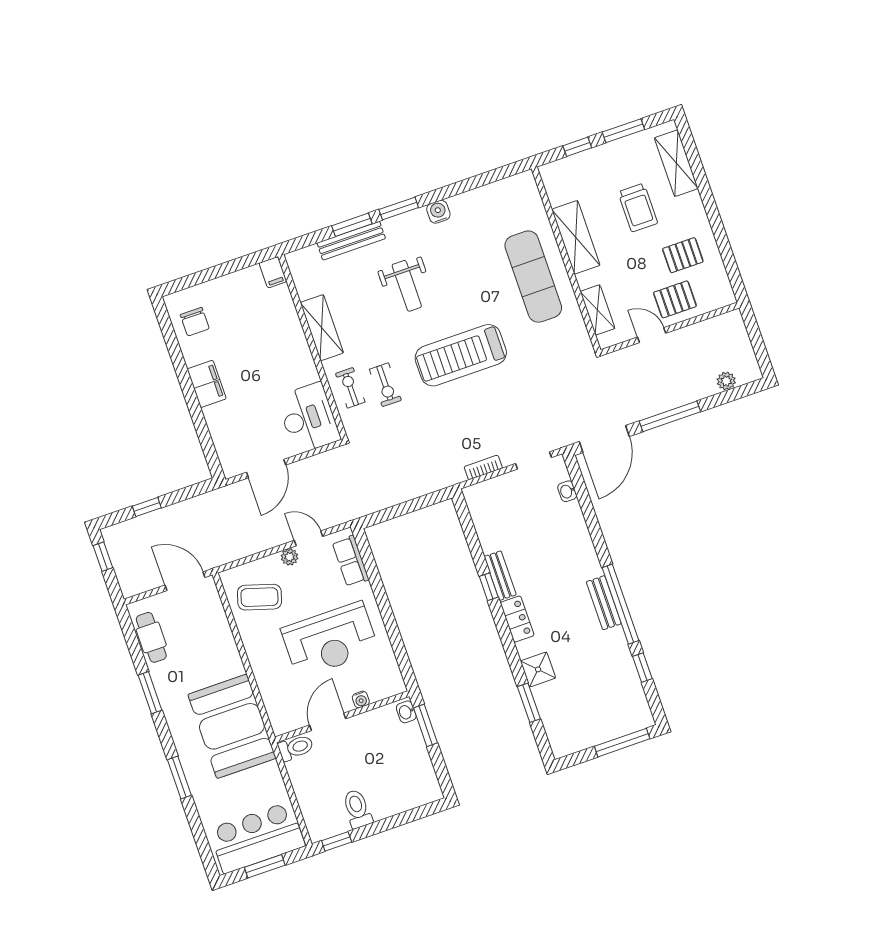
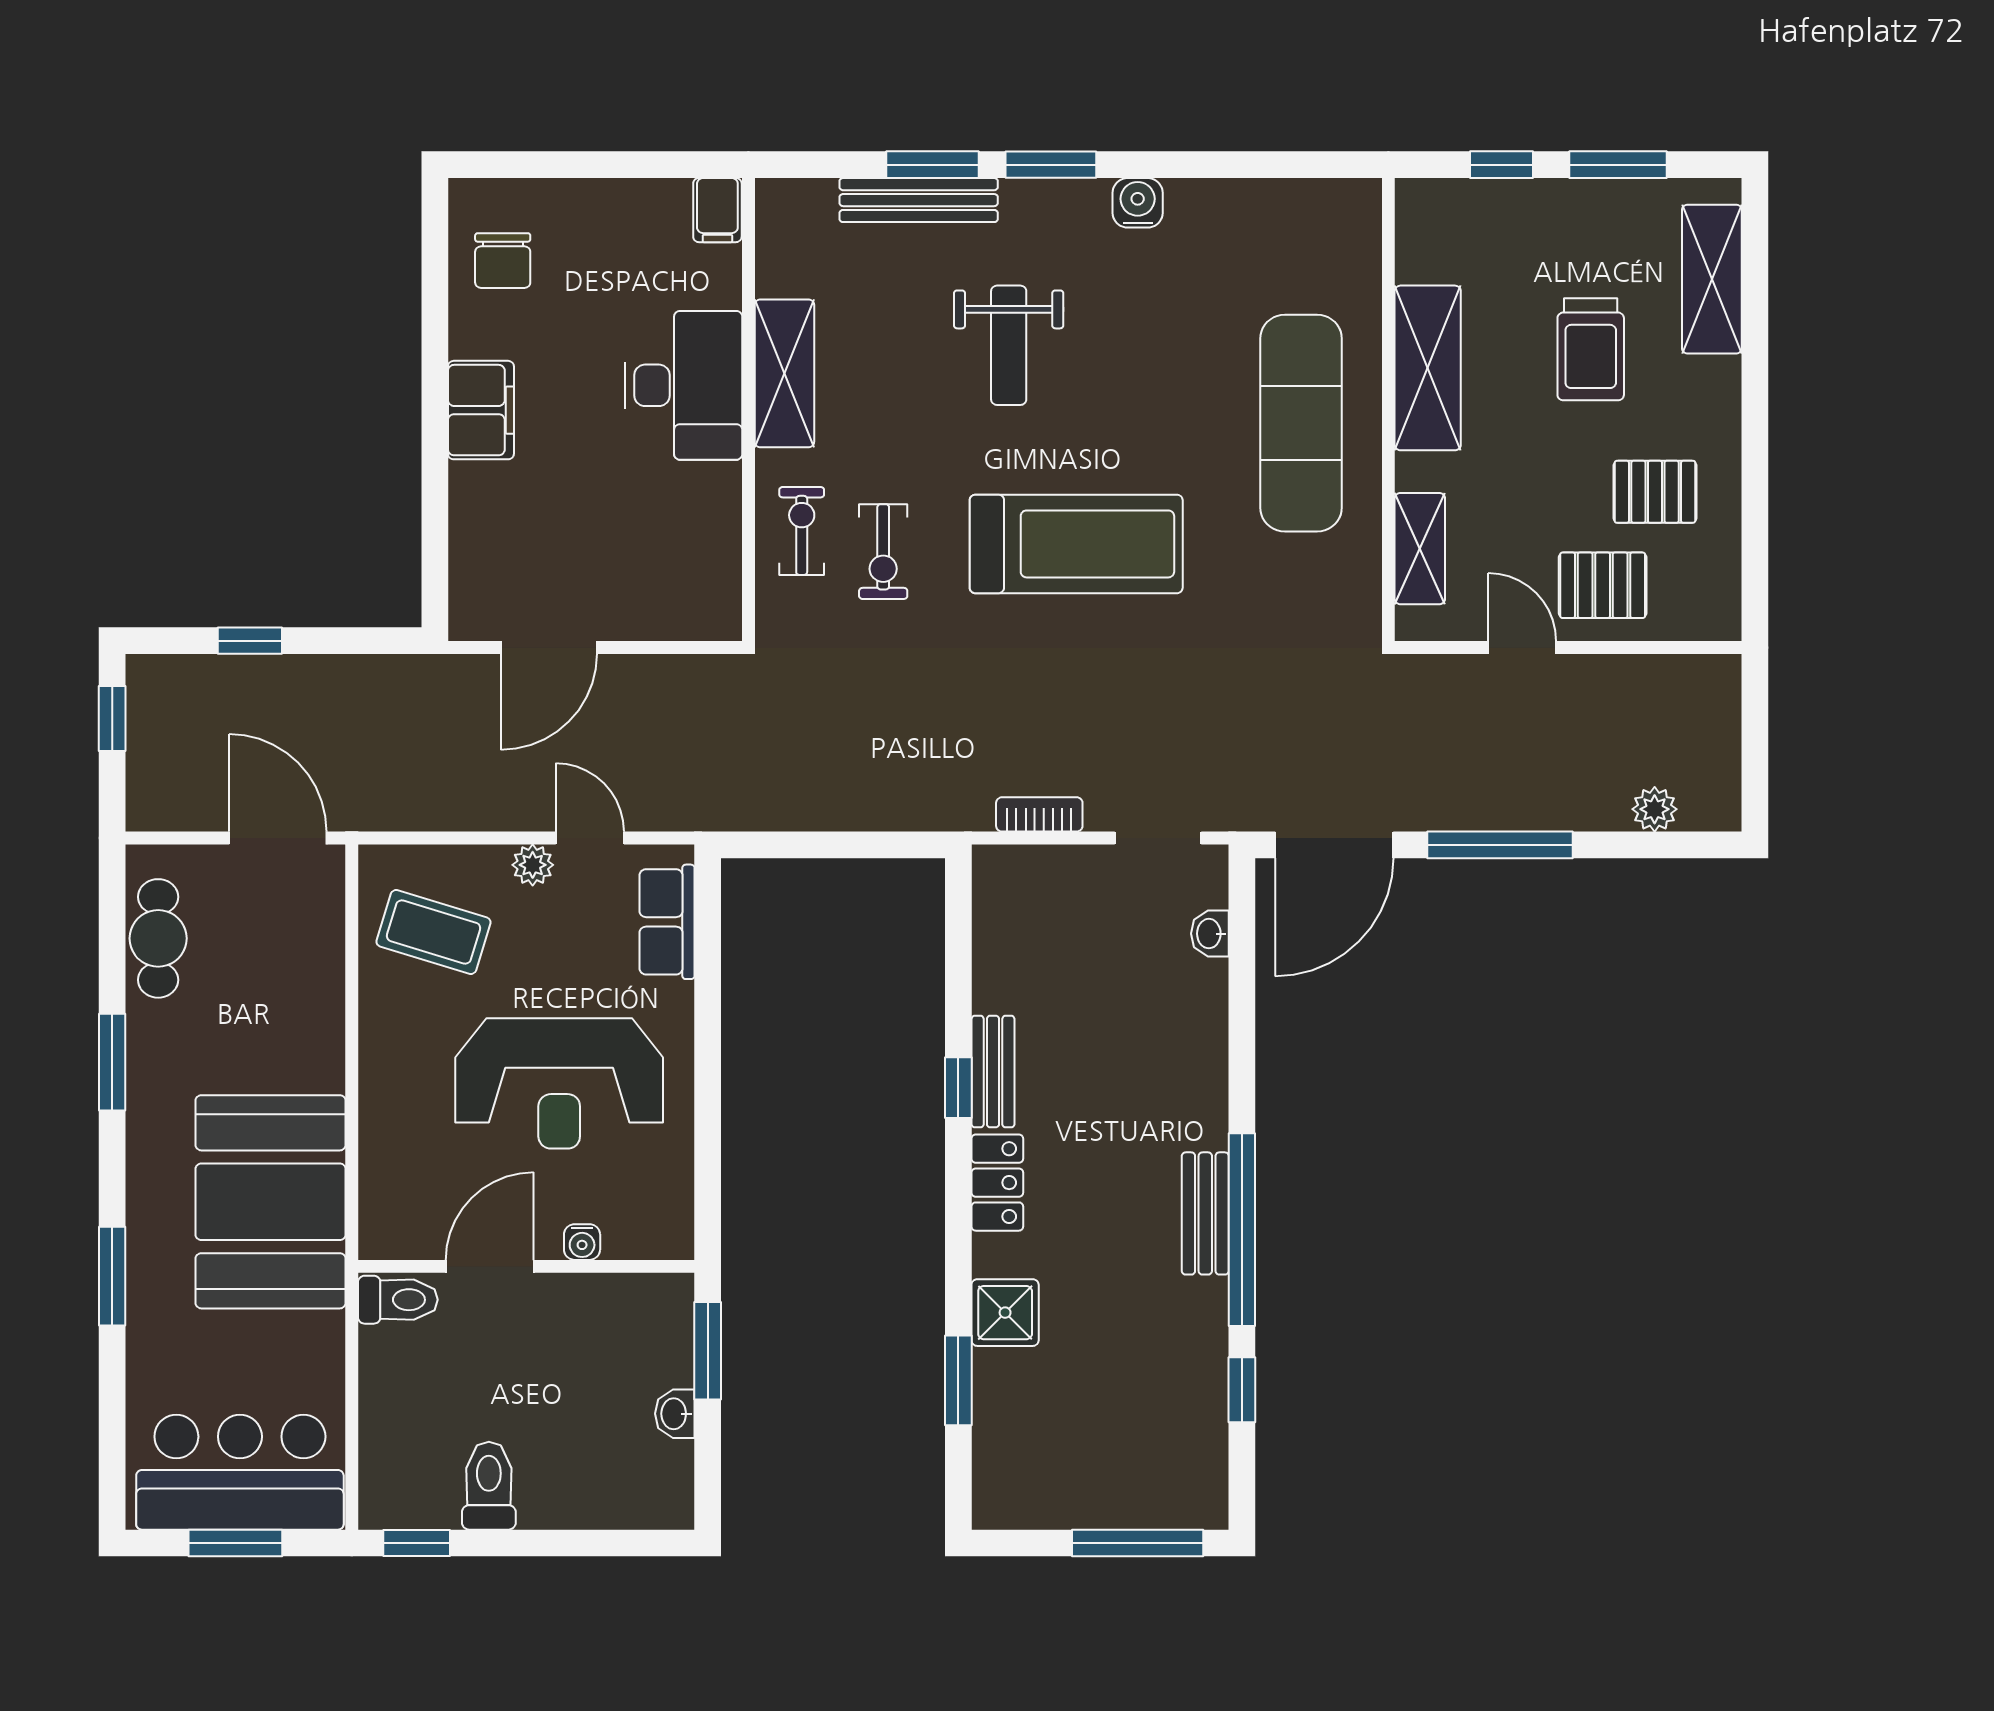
treadmill: (461, 355) -> (1076, 544), turned 180
desk: (308, 418) -> (684, 385), moved
washbasin: (406, 712) -> (675, 1414), moved

